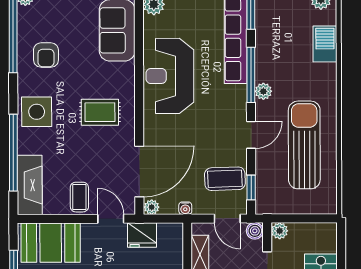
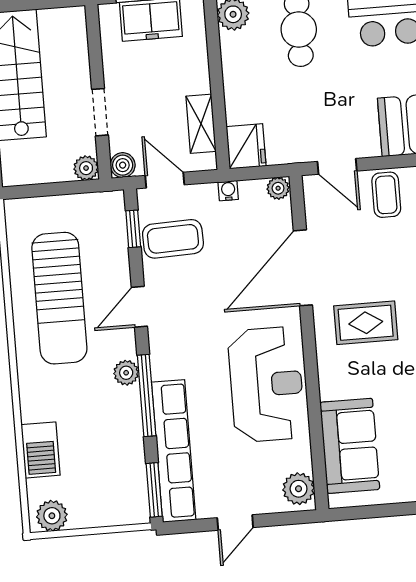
door: (139, 172) -> (303, 268), moved
fridge: (142, 235) -> (246, 146), moved, turned 90

